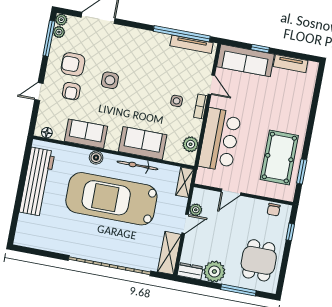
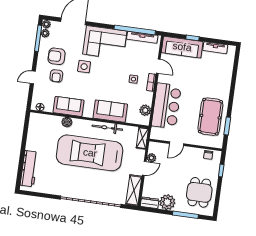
corner sofa: (140, 49) -> (105, 43), added
boiler: (96, 158) -> (67, 122), moved
workbench: (37, 182) -> (29, 169), moved, width x0.73, depth x0.76

